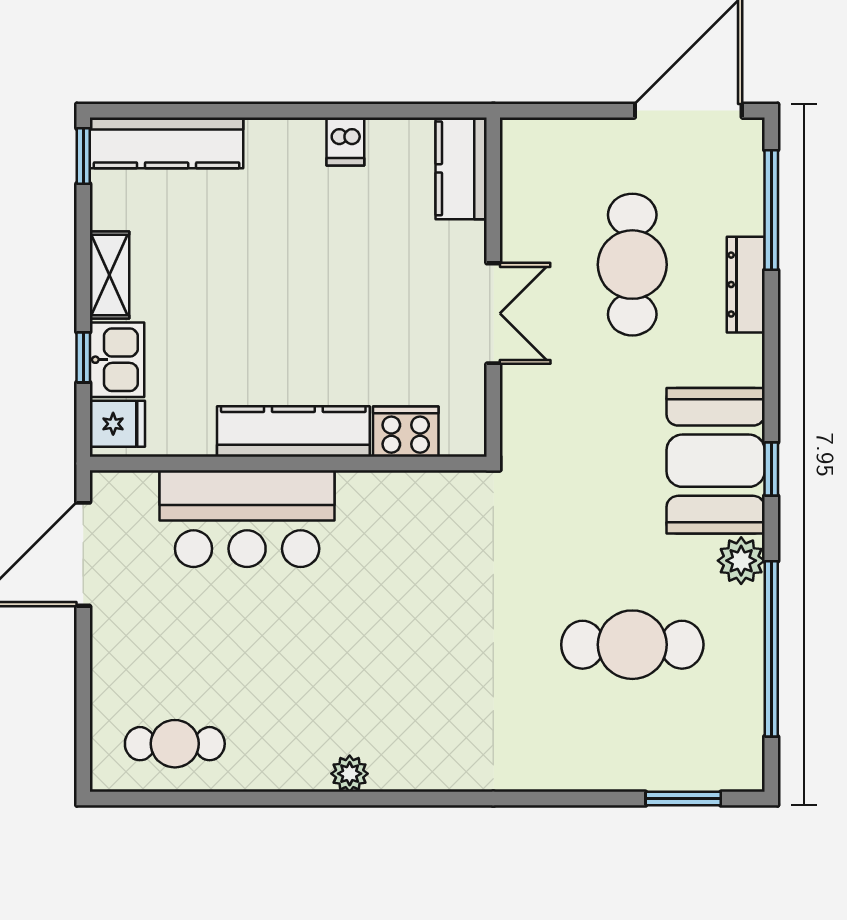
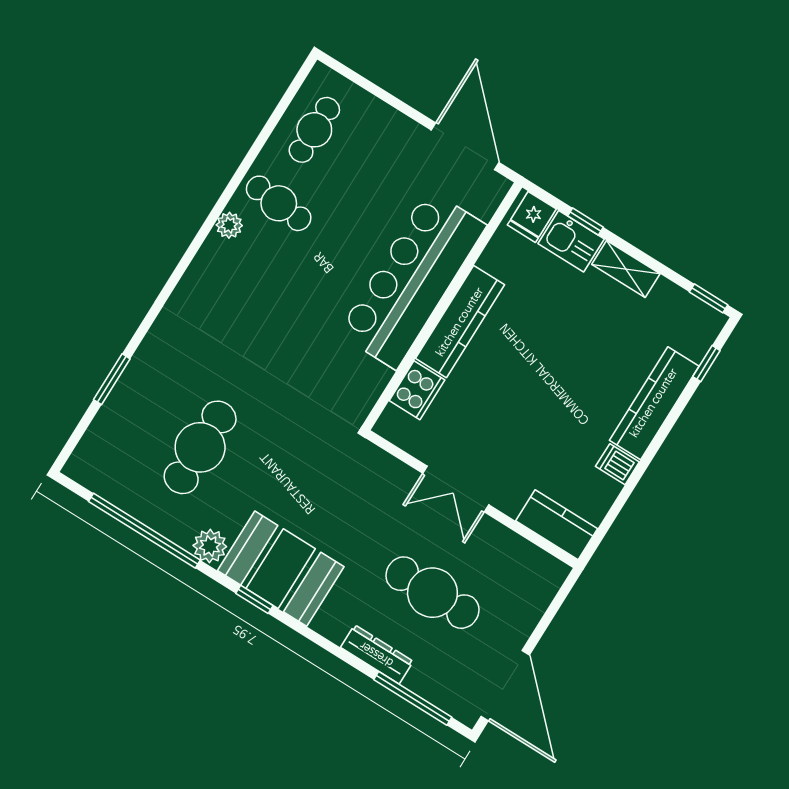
window: (161, 111) -> (706, 364), added
kitchen counter: (167, 143) -> (654, 403), moved
bar counter: (247, 519) -> (412, 279), width x1.36
cafe table: (287, 732) -> (279, 203), added
window: (683, 799) -> (112, 379), moved

